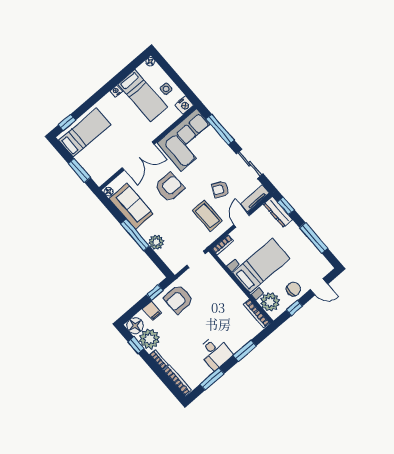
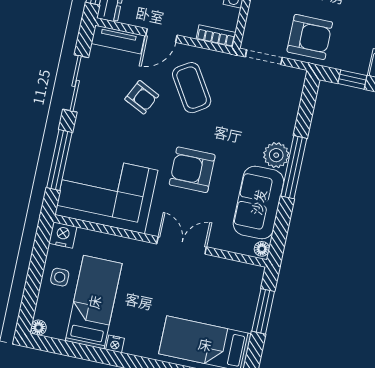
double door: (138, 156) -> (182, 245), width x0.73
coffee table: (207, 216) -> (192, 88), turned -32
plant: (156, 242) -> (276, 155), moved
armchair: (178, 299) -> (310, 37), moved

